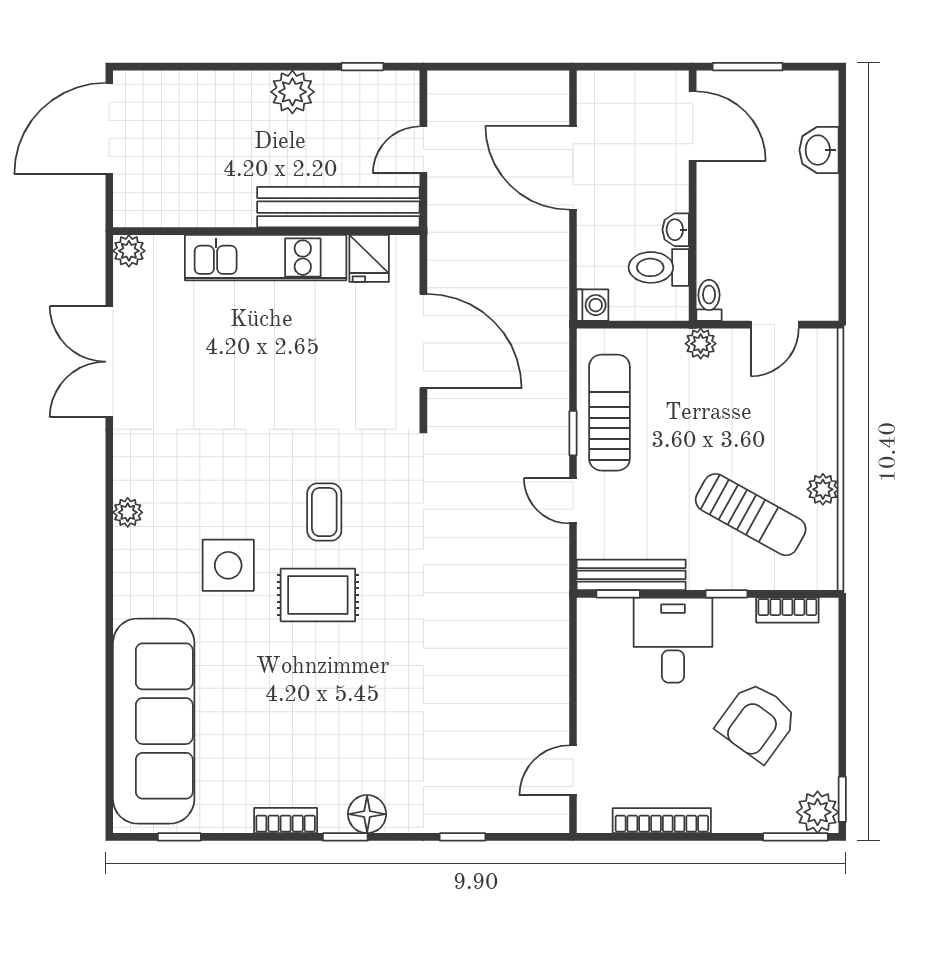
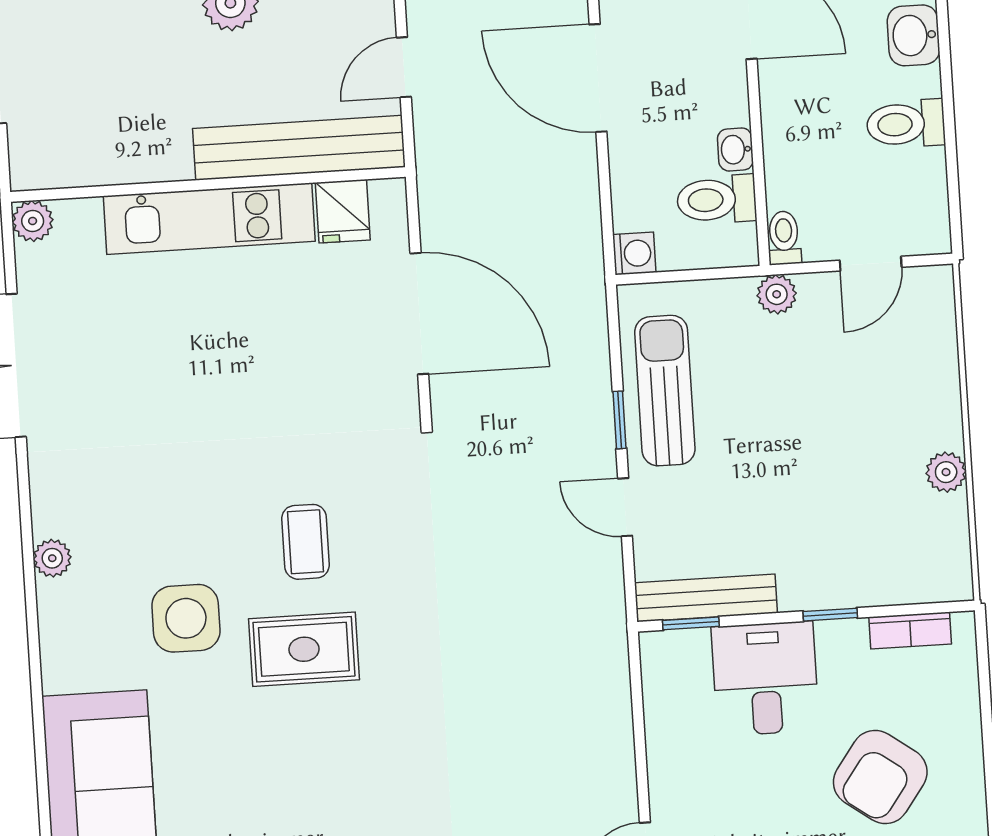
toilet: (809, 218) -> (906, 124), added
sun lounger: (751, 515) -> (855, 511), removed

